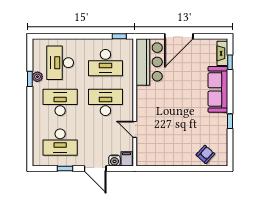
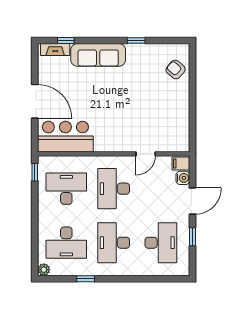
desk: (105, 63) -> (66, 189), turned -90
plant: (37, 77) -> (44, 270), moved

